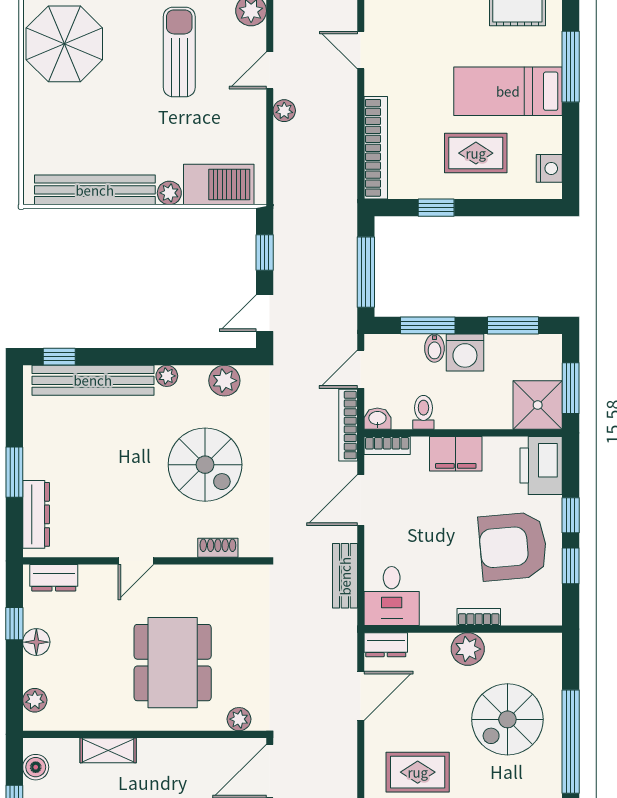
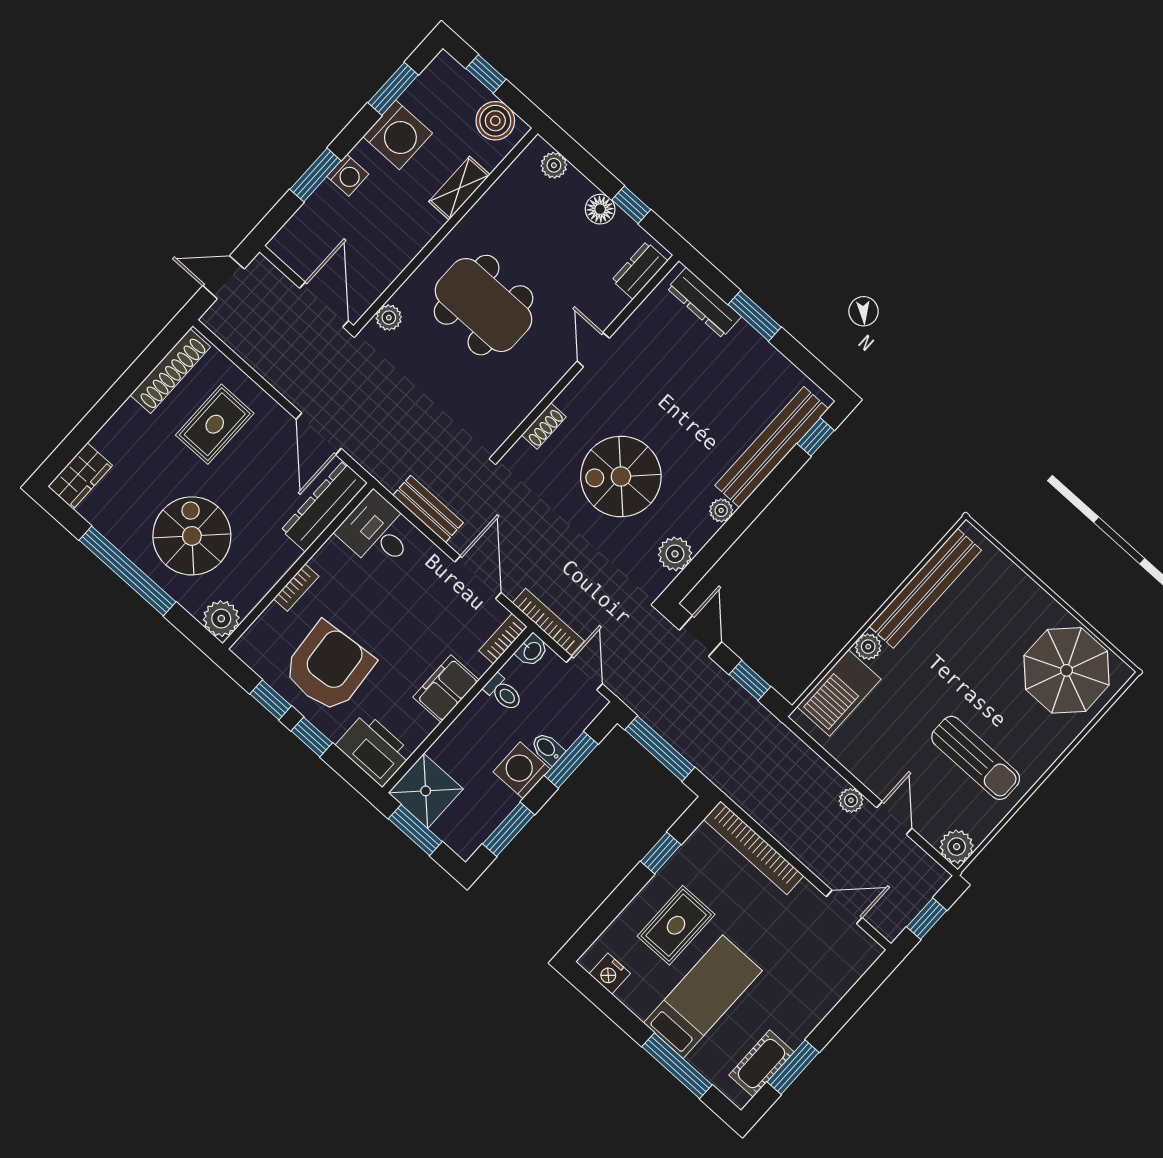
dresser: (386, 645) -> (324, 506), width x1.96, depth x1.24
plant: (468, 649) -> (221, 619), moved
boiler: (36, 767) -> (495, 121), width x1.36, depth x1.36

